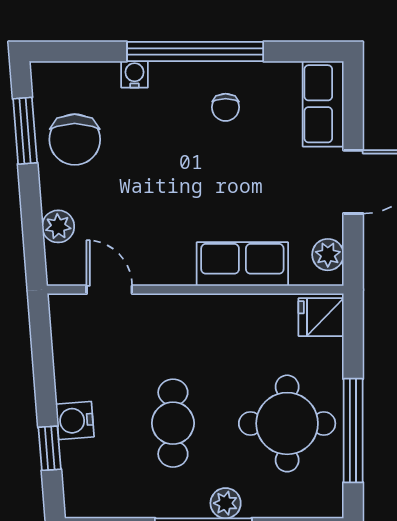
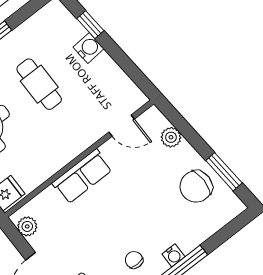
water cooler: (134, 74) -> (173, 255), moved
chair: (75, 140) -> (196, 186), turned -90
row of seats: (242, 264) -> (82, 176), moved

